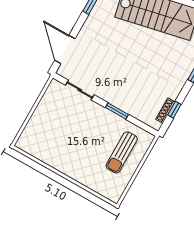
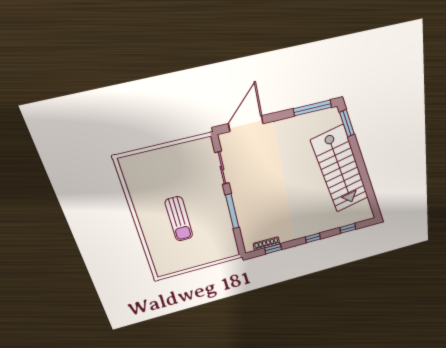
window: (117, 111) -> (232, 211), width x1.44
sun lounger: (122, 152) -> (179, 219), moved, turned -90

